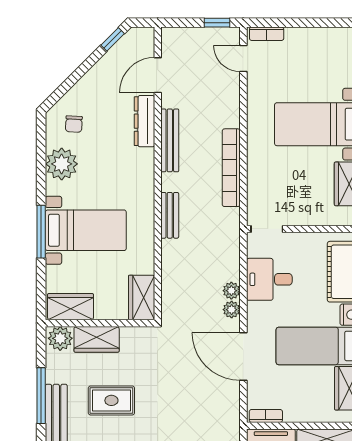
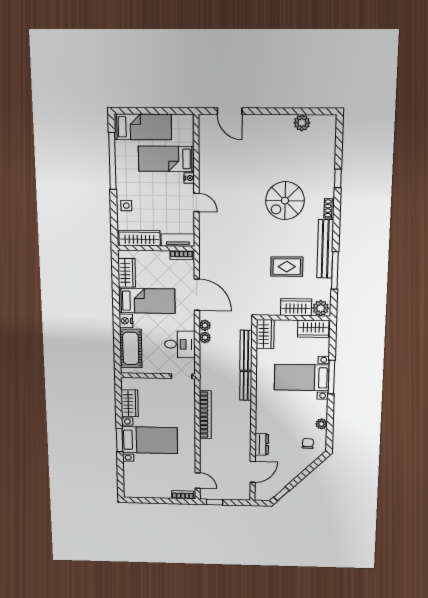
dresser: (144, 121) -> (262, 444), width x0.70
bench: (170, 140) -> (246, 350), moved
plant: (62, 164) -> (321, 424), width x0.53, depth x0.53

